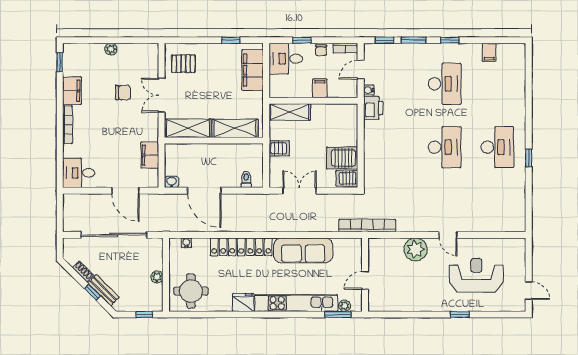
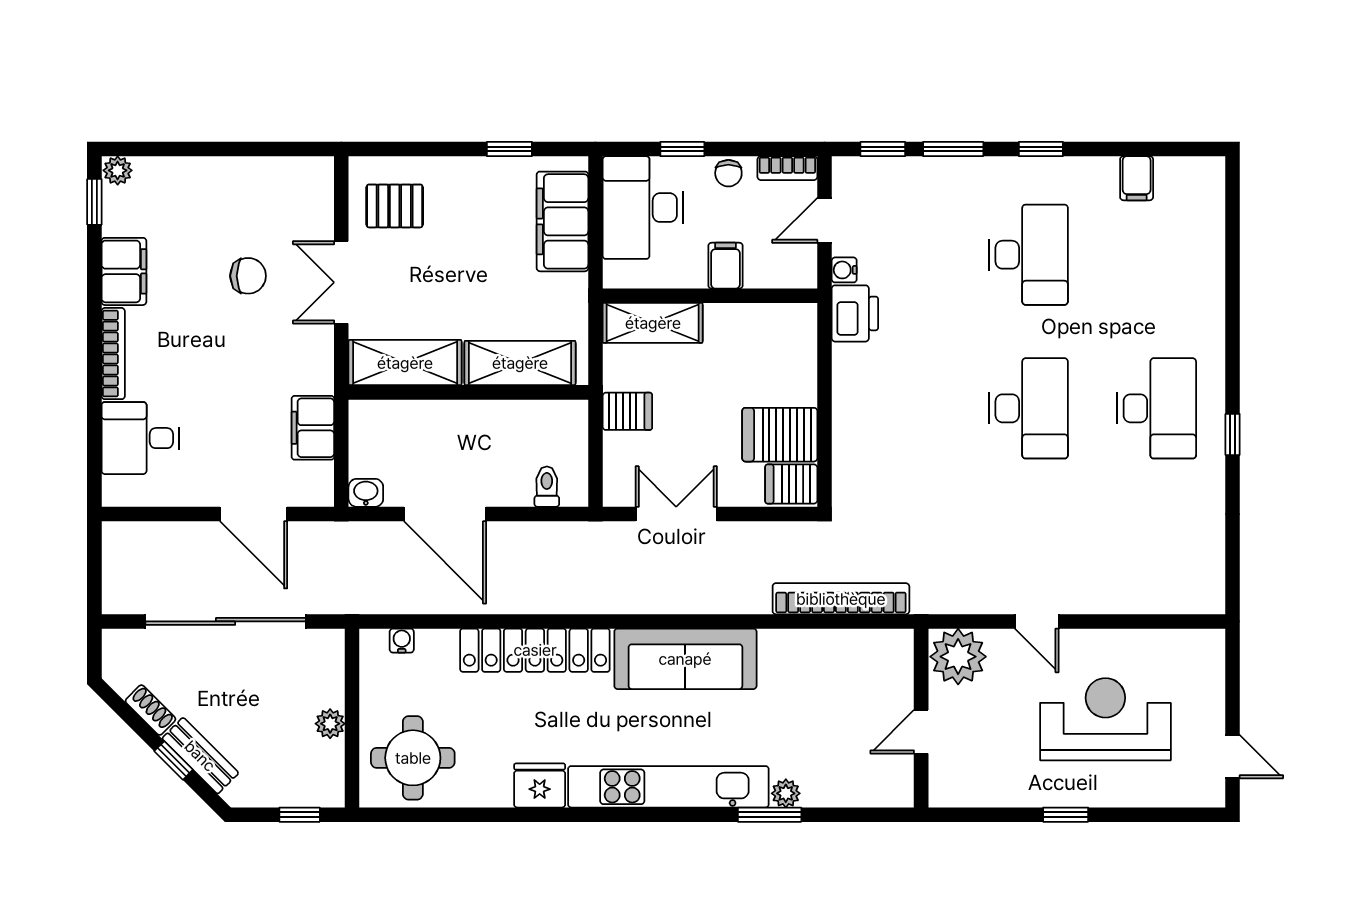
plant: (111, 49) -> (118, 170), moved
desk: (286, 59) -> (643, 208), width x1.37
desk: (79, 173) -> (140, 438), moved
wall: (365, 275) -> (921, 718), moved
door: (365, 280) -> (921, 732), moved

